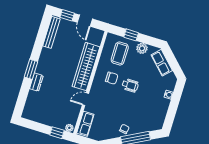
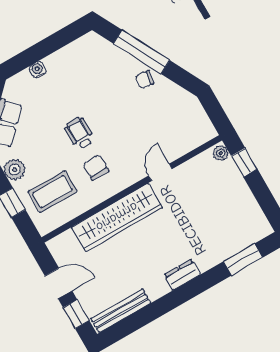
door: (85, 21) -> (58, 283), hinge flipped
window: (31, 69) -> (243, 259), moved
dresser: (36, 82) -> (182, 275), moved
door: (85, 99) -> (160, 172), swing flipped
row of seats: (85, 124) -> (193, 138), removed

